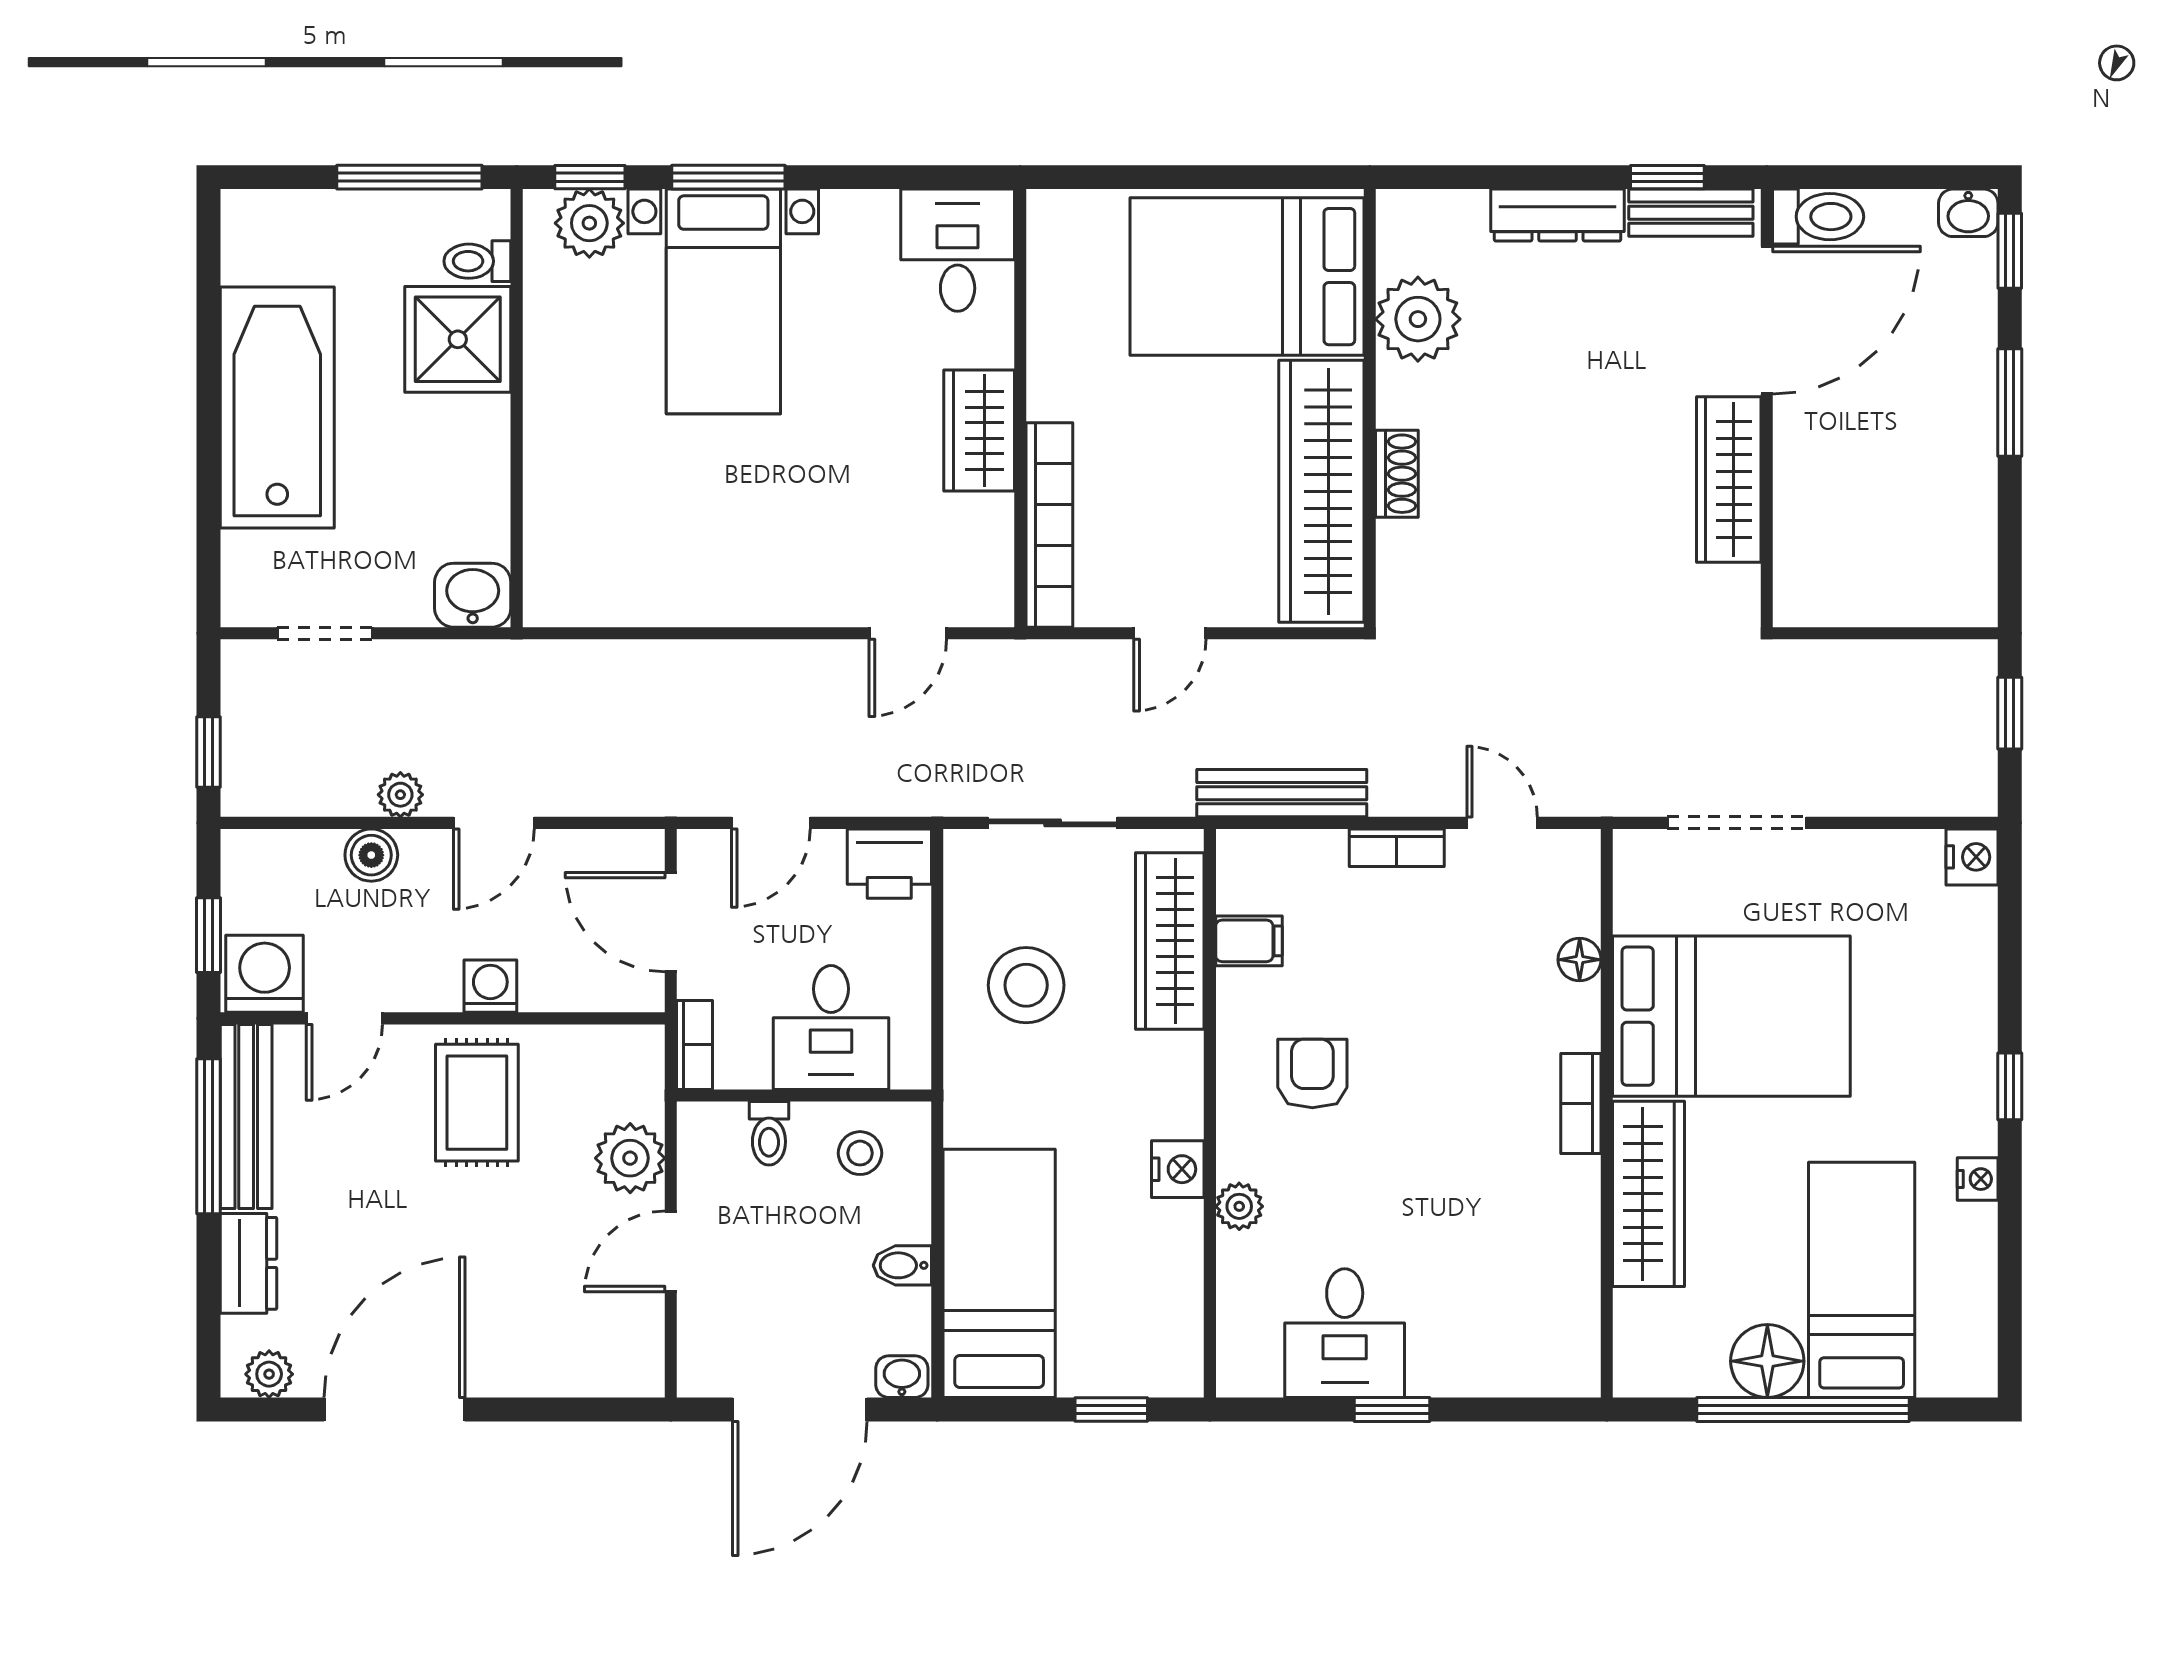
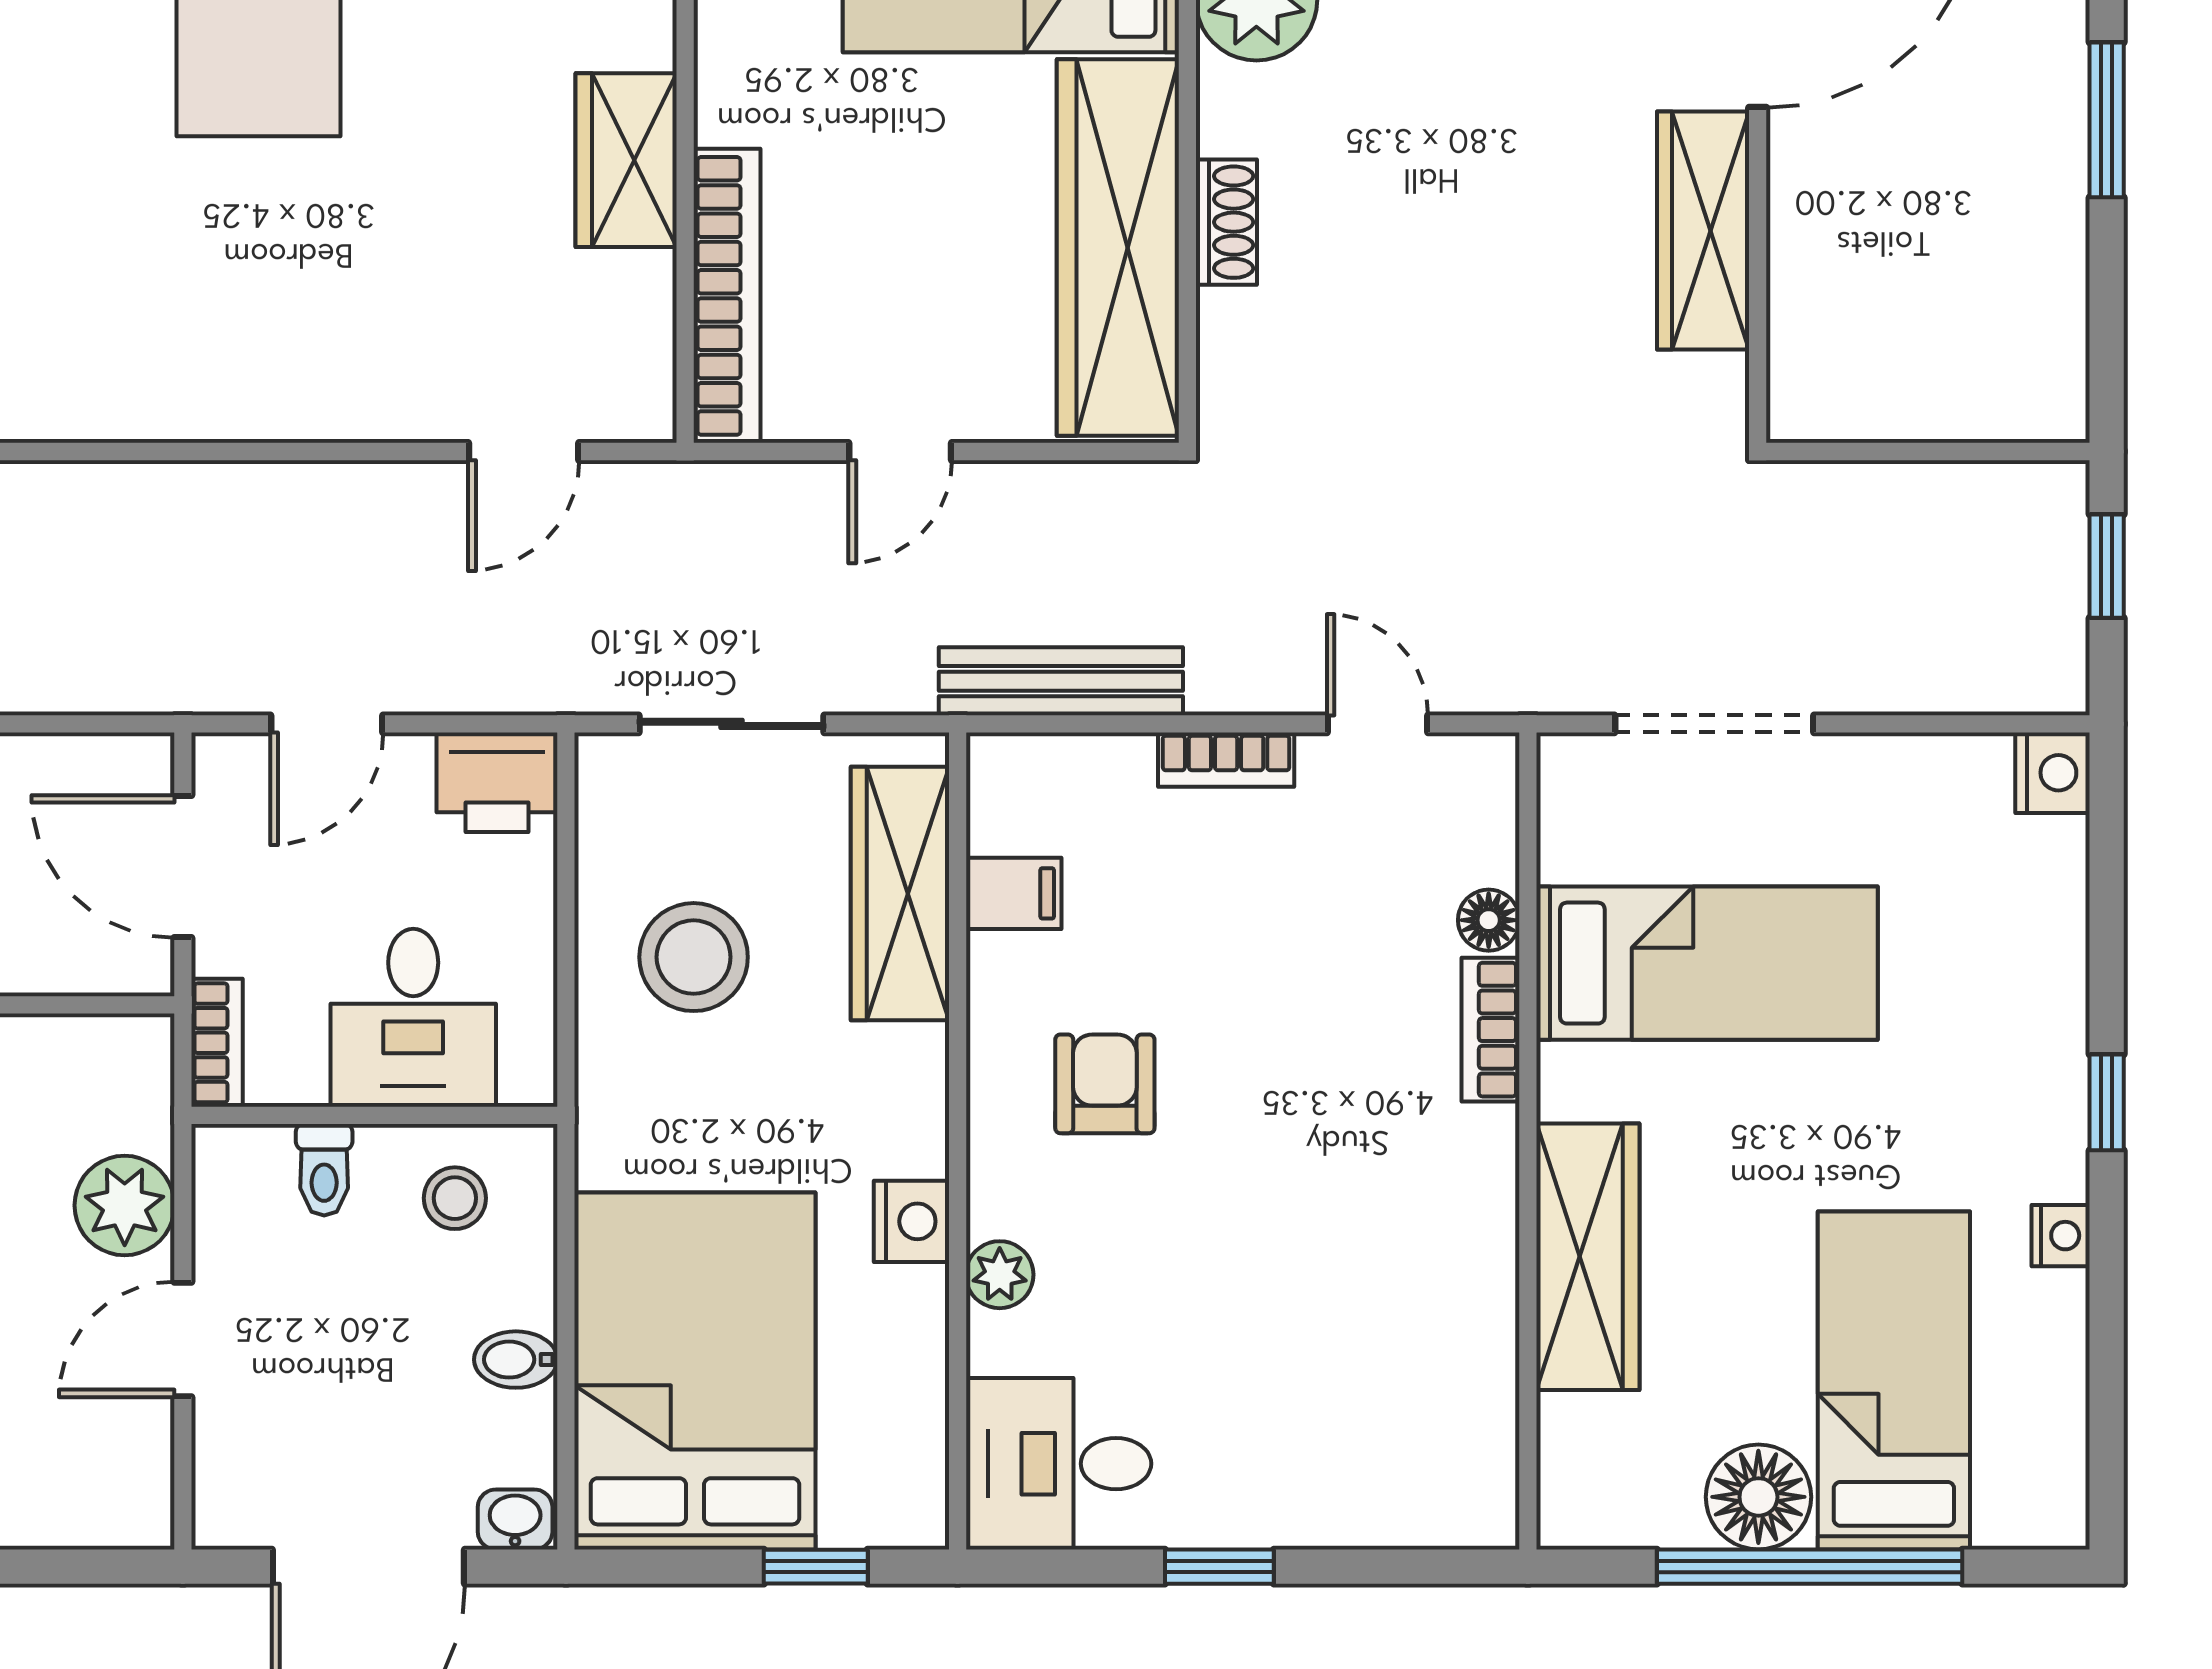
bed: (1731, 1016) -> (1707, 963), width x0.67
bookcase: (1581, 1103) -> (1490, 1030), moved
bed: (999, 1273) -> (695, 1371), width x1.50
desk: (1345, 1333) -> (1059, 1464), moved, turned 90

